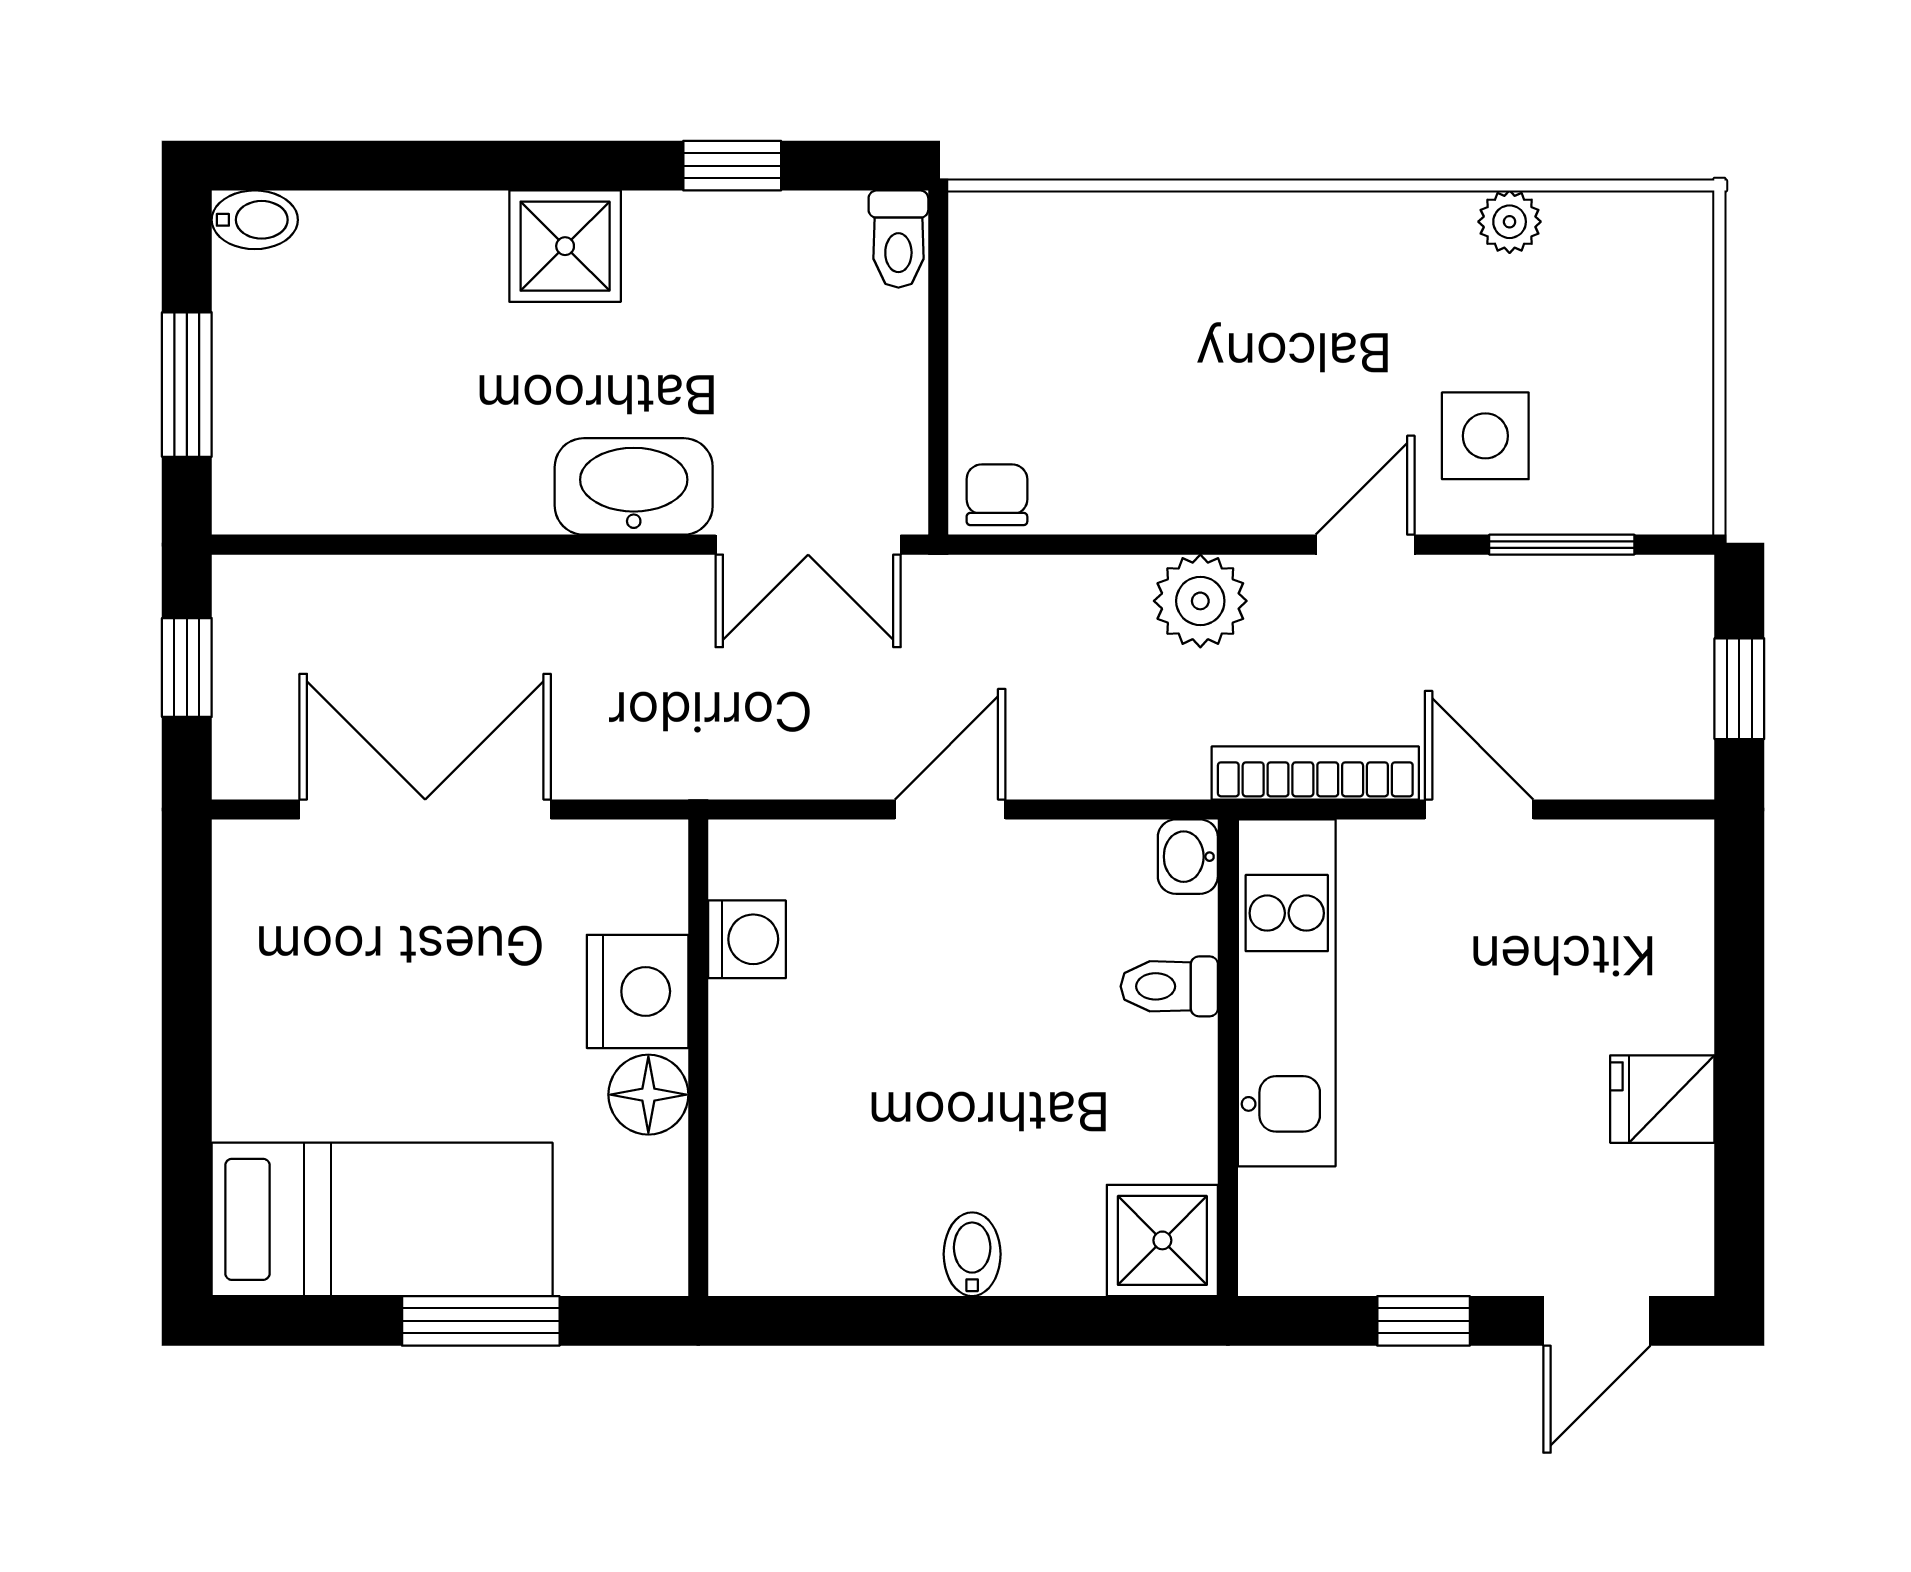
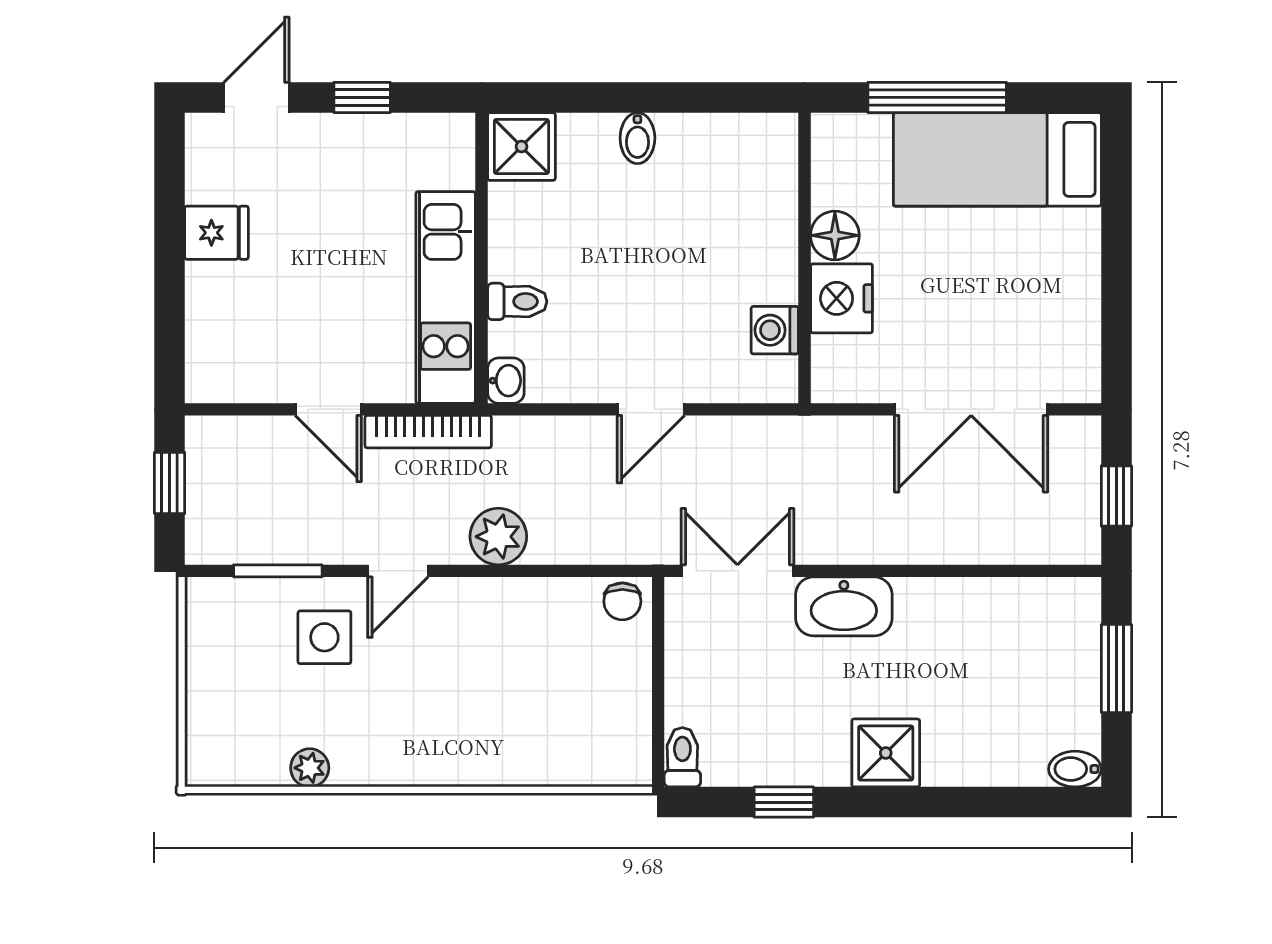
window: (481, 1321) -> (937, 97), width x1.44

